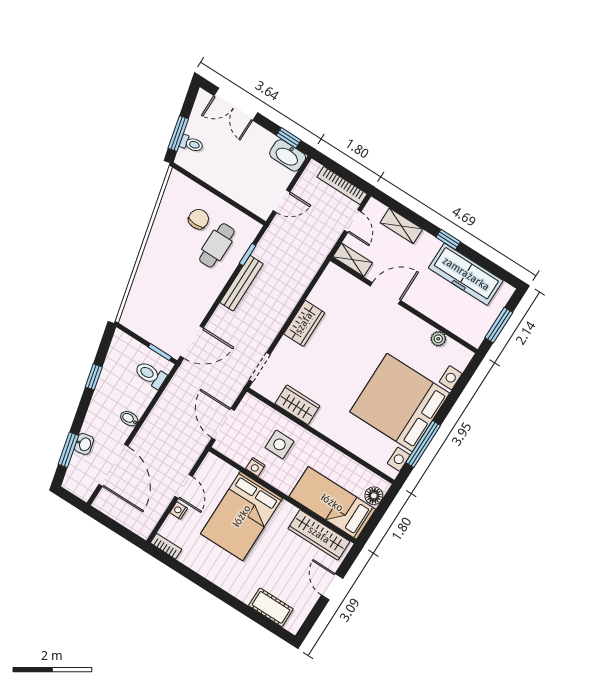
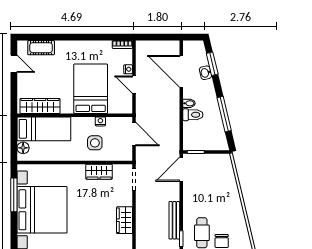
toilet: (150, 375) -> (193, 115), moved
window: (94, 377) -> (224, 114), width x2.17
door: (332, 587) -> (14, 64), moved

